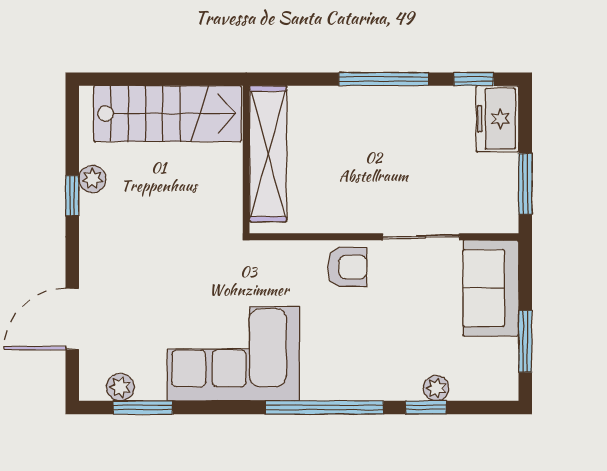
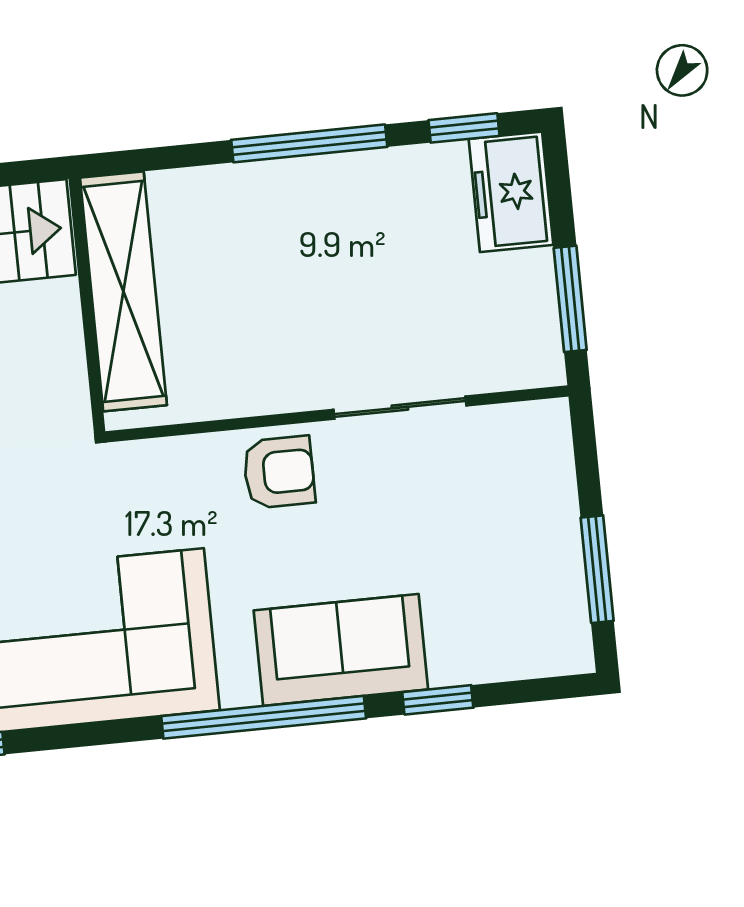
sofa: (491, 288) -> (341, 650), moved, turned 90
plant: (436, 388) -> (452, 665), removed

